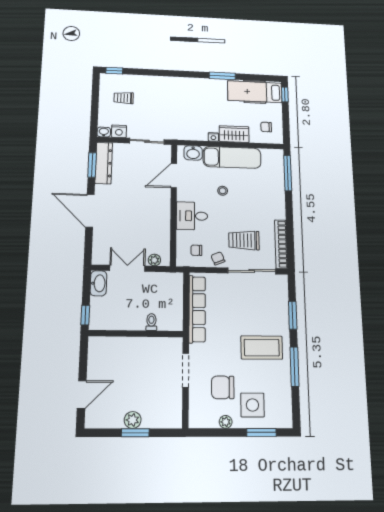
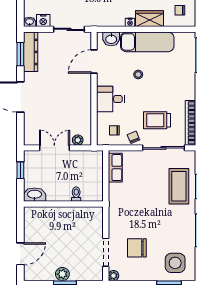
washbasin: (98, 283) -> (35, 195), moved, turned -90
row of seats: (197, 309) -> (115, 168), width x0.50
window: (85, 315) -> (20, 170), moved
coffee table: (262, 348) -> (179, 186), moved, turned 90
doorway: (186, 370) -> (106, 252), moved
side table: (252, 405) -> (175, 263), moved
plant: (226, 422) -> (113, 276), moved

